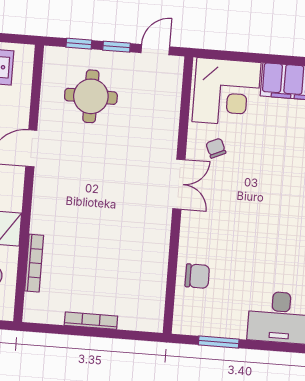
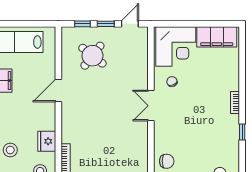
round table: (91, 96) -> (92, 56), turned 38
double door: (179, 184) -> (151, 106), swing flipped

